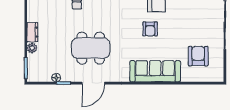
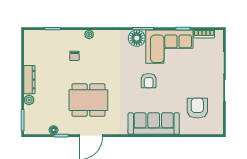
dresser: (32, 32) -> (29, 80), width x1.44

